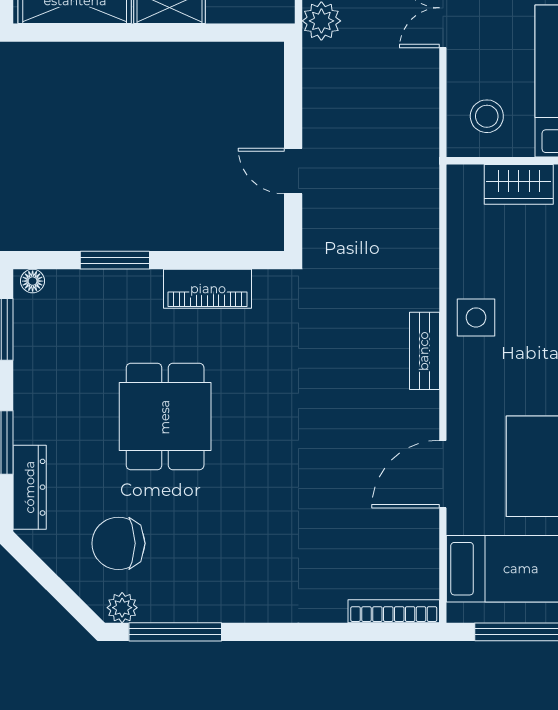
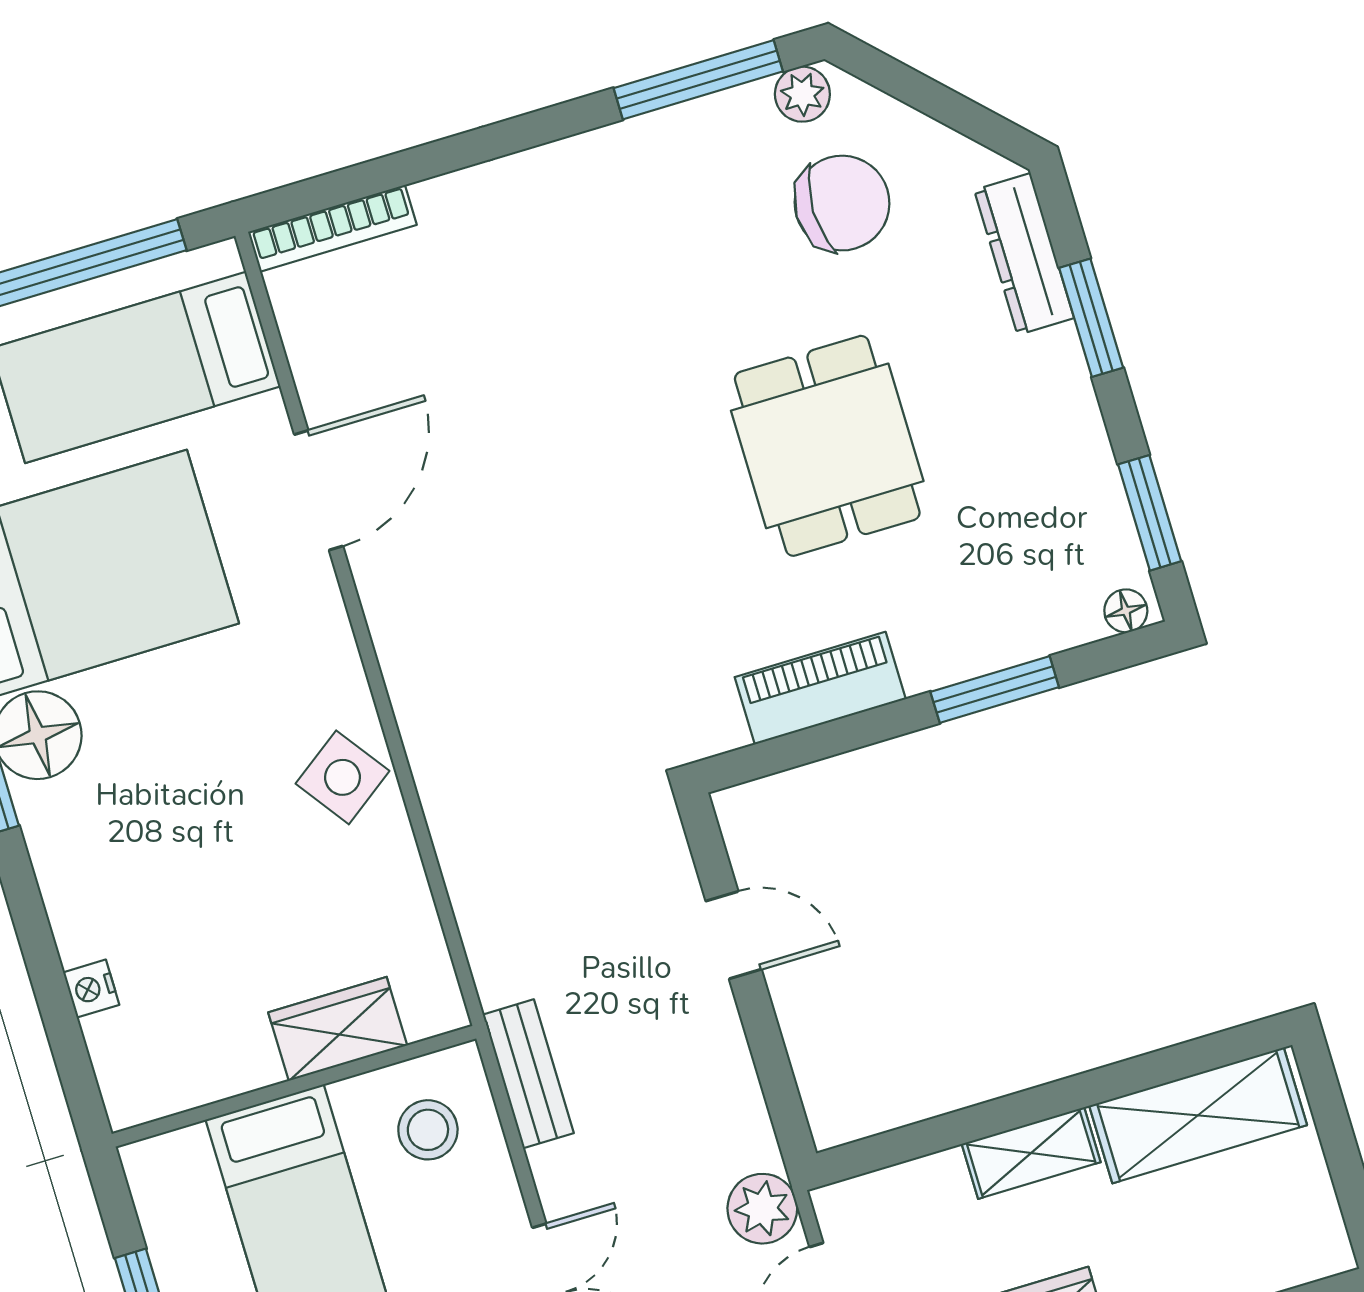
side table: (476, 317) -> (343, 777), turned -36
bench: (424, 351) -> (528, 1074), moved

